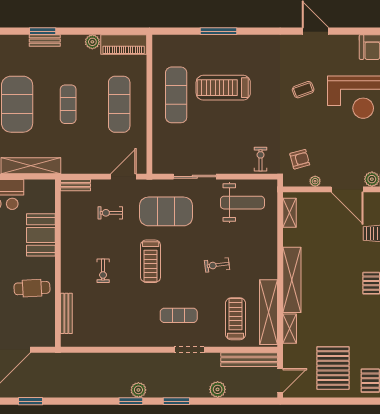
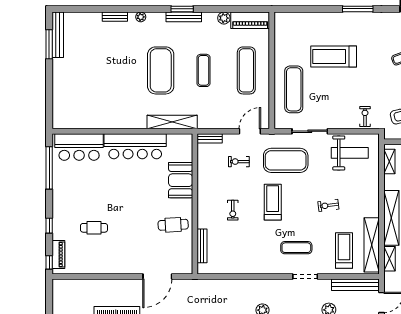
window: (219, 31) -> (358, 9), moved
bench: (45, 40) -> (184, 17), width x1.36
exercise mat: (176, 95) -> (294, 89), moved
treadmill: (151, 261) -> (273, 202), turned 180

